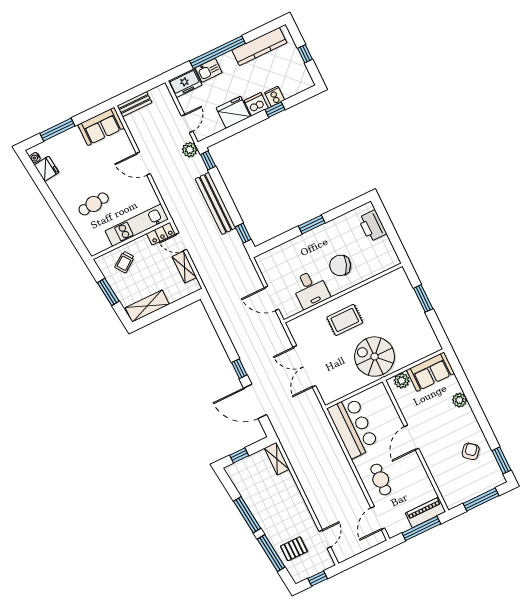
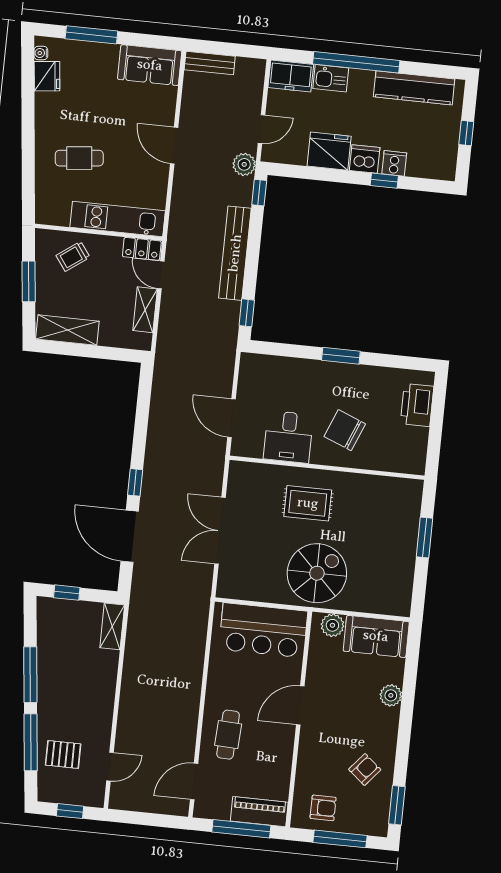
spiral stairs: (375, 357) -> (317, 573), turned 90
bar counter: (353, 427) -> (263, 630), moved, turned 90
armchair: (460, 488) -> (323, 808), added

